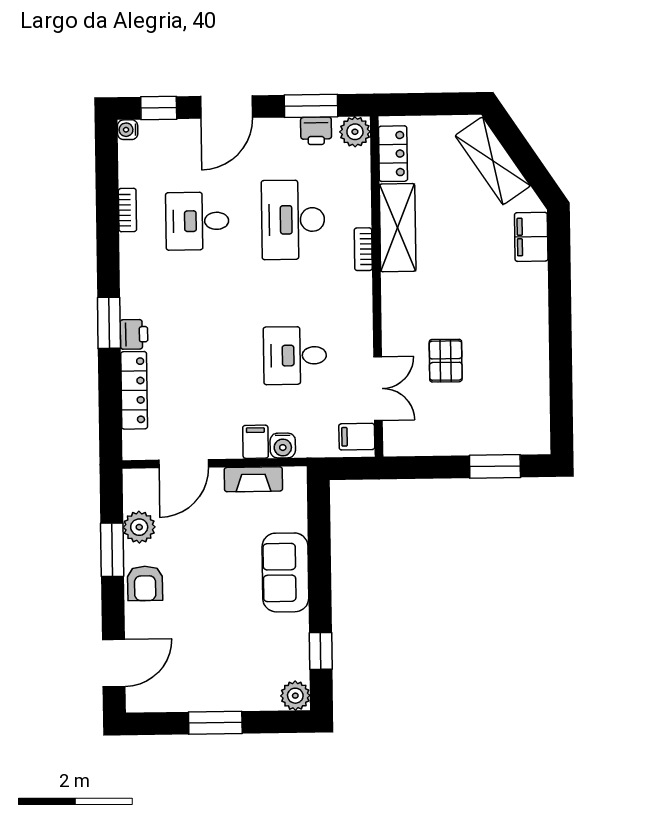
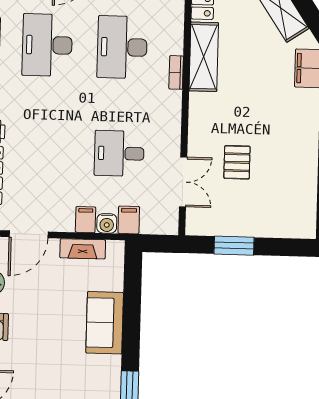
desk: (197, 221) -> (47, 45), width x1.37
filing cabinet: (357, 437) -> (129, 220), moved, turned 90
window: (495, 466) -> (234, 246), moved

